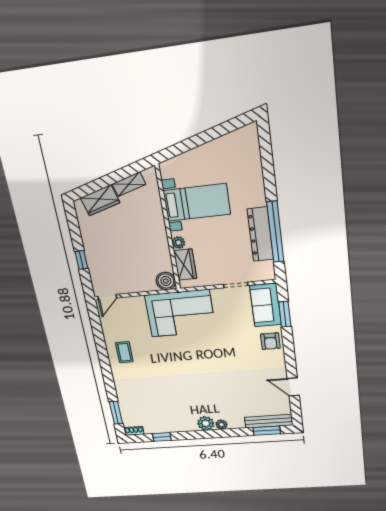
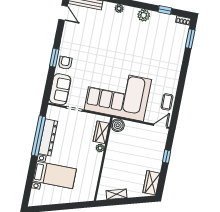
wardrobe: (100, 200) -> (151, 183), moved, turned -74
bed with nightstands: (197, 202) -> (55, 175), moved, turned 180
corner sofa: (180, 313) -> (118, 95), width x1.36, depth x1.36
window: (285, 314) -> (54, 58), moved
coffee table: (124, 352) -> (167, 102), moved
door: (293, 387) -> (63, 13), moved
plant: (206, 423) -> (144, 15), moved

